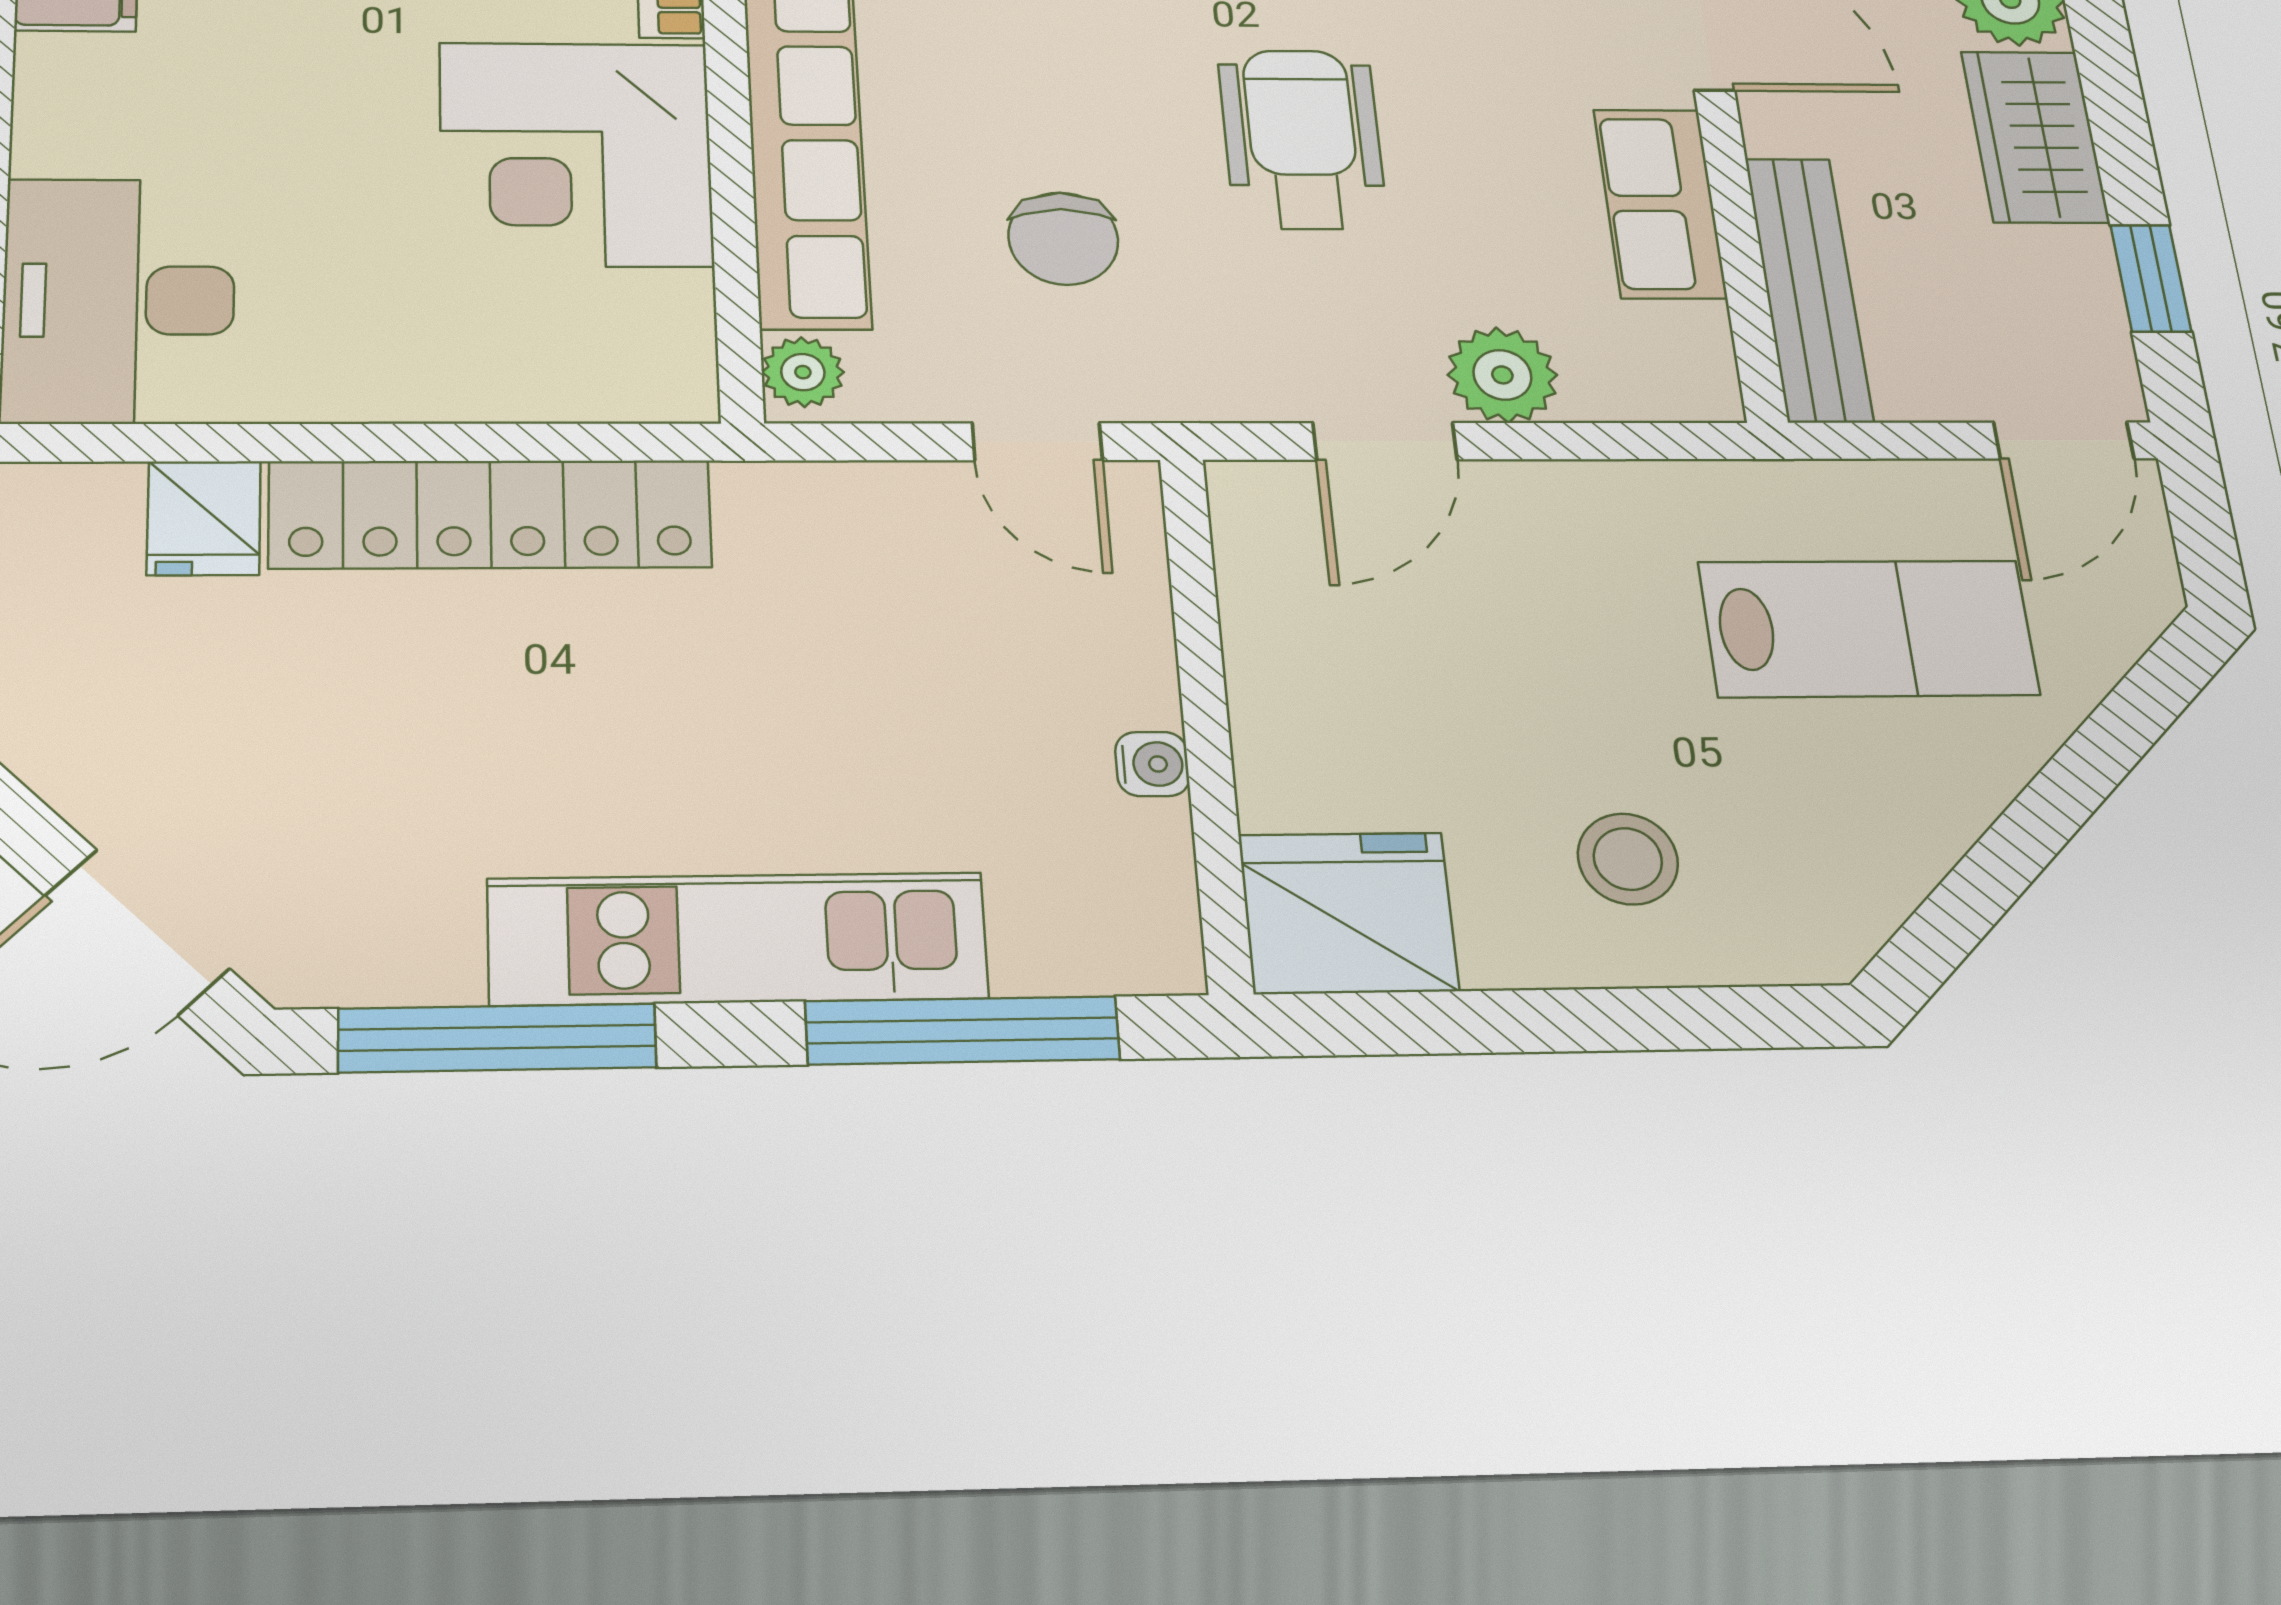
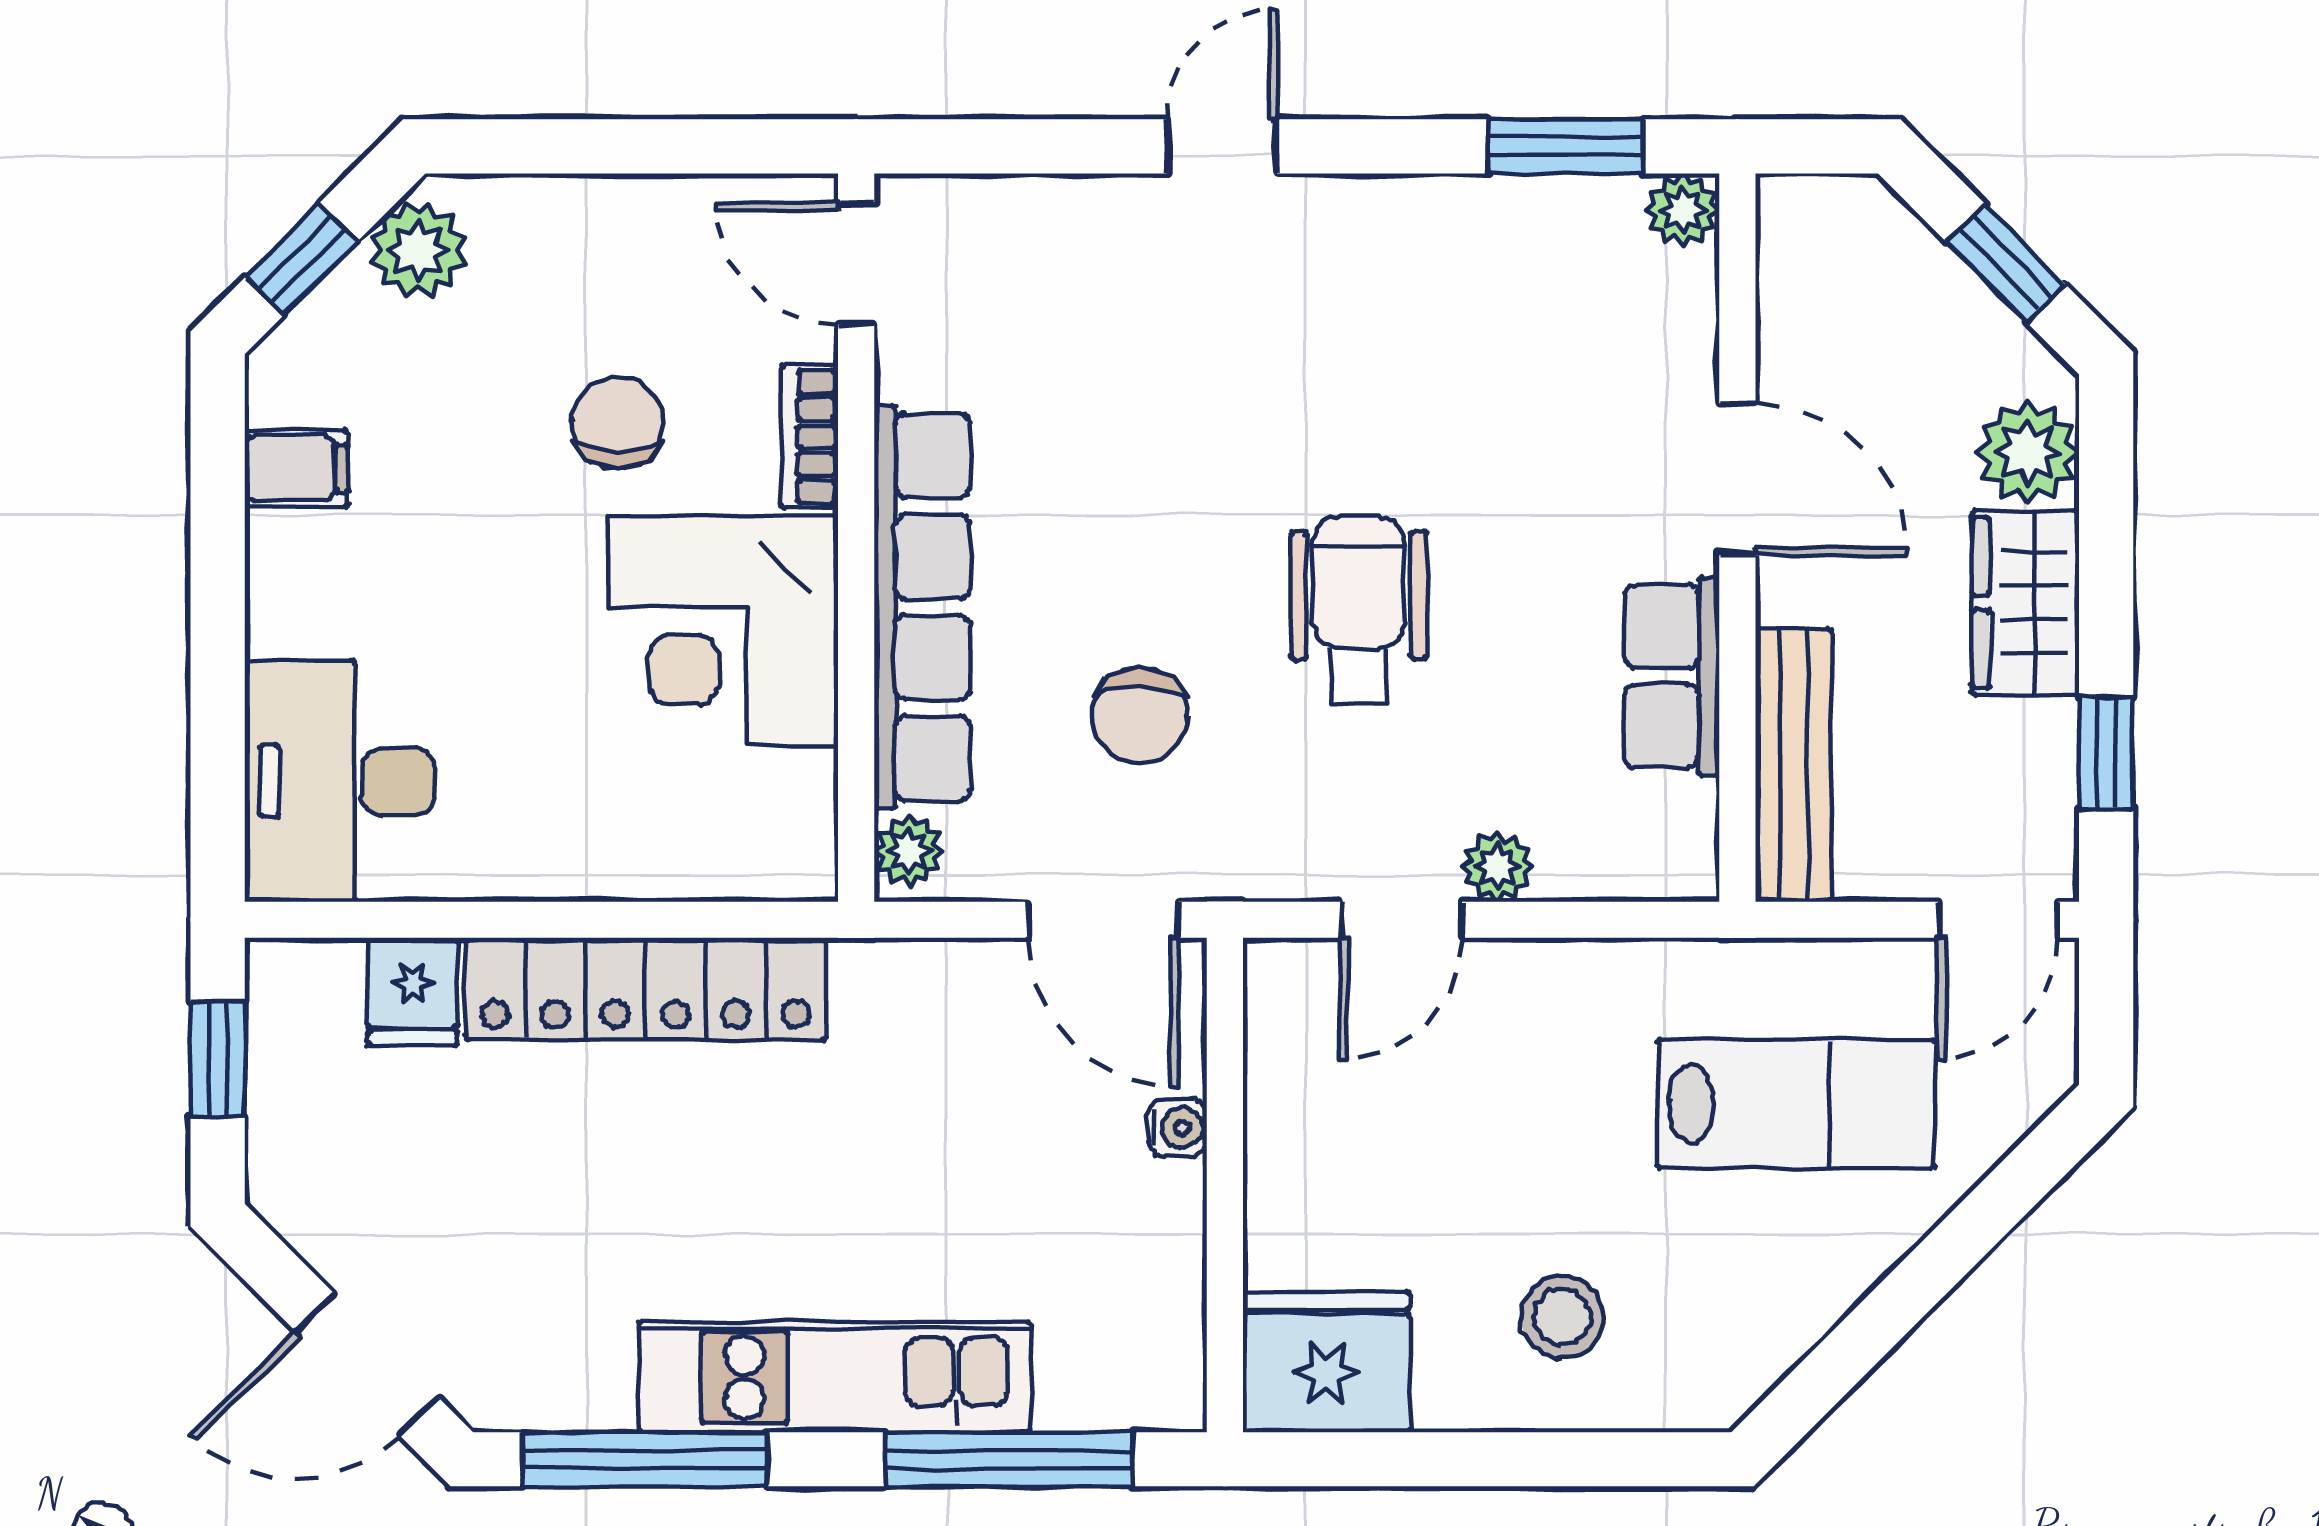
plant: (1502, 375) -> (1497, 867), width x0.73, depth x0.73
door: (1037, 442) -> (1104, 920), width x1.38
water cooler: (1152, 764) -> (1178, 1128), moved

